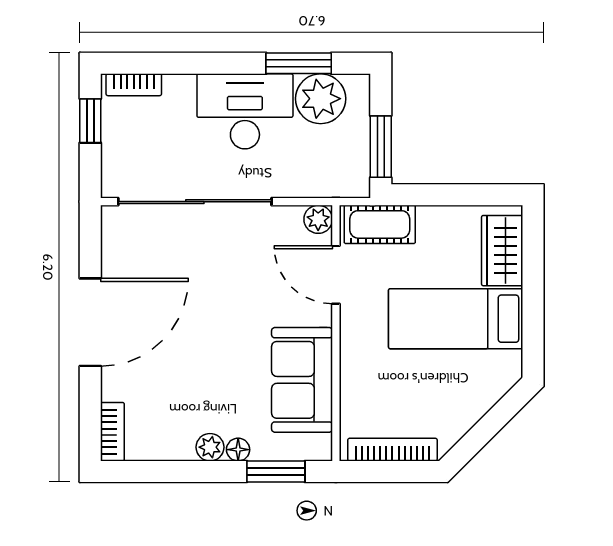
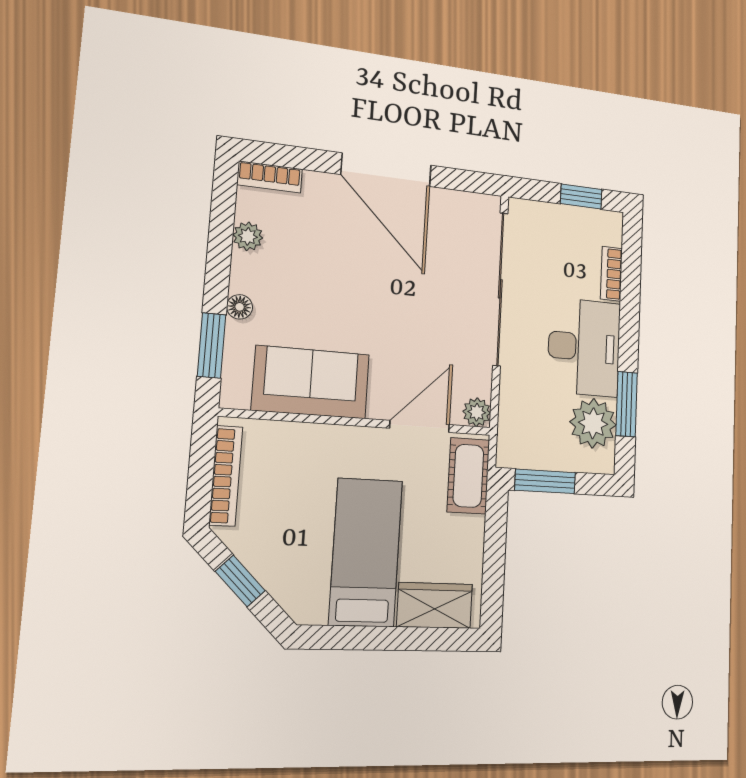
bookcase: (134, 85) -> (611, 274), moved
window: (485, 430) -> (240, 581), added
plant: (210, 447) -> (248, 236), moved

